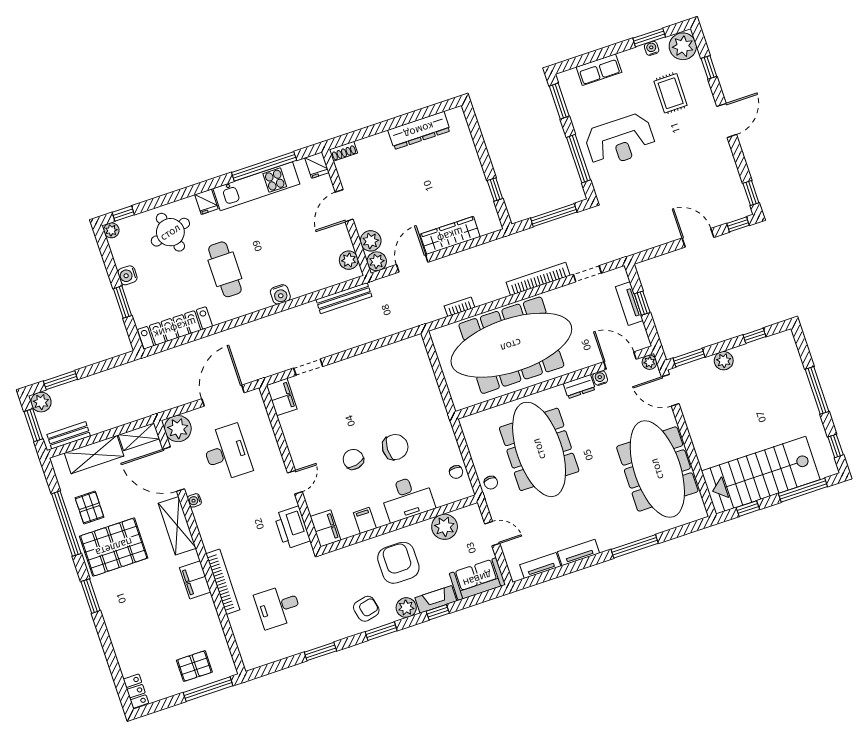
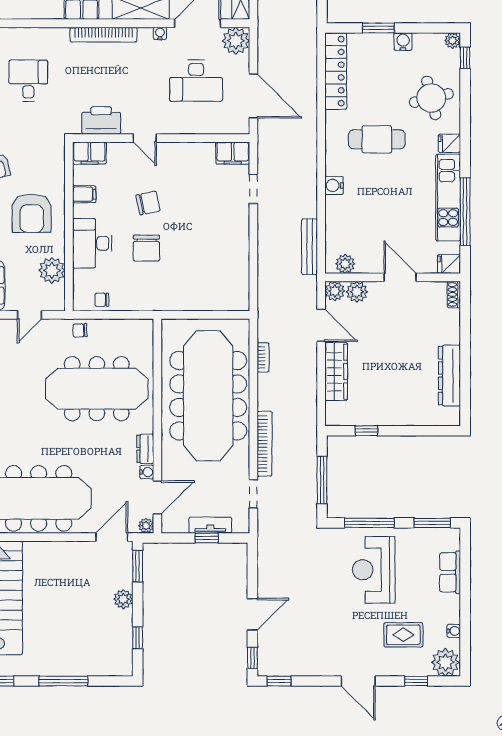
window: (649, 38) -> (465, 632), removed
armchair: (398, 563) -> (32, 213), turned 90
bookcase: (223, 582) -> (104, 35), moved

